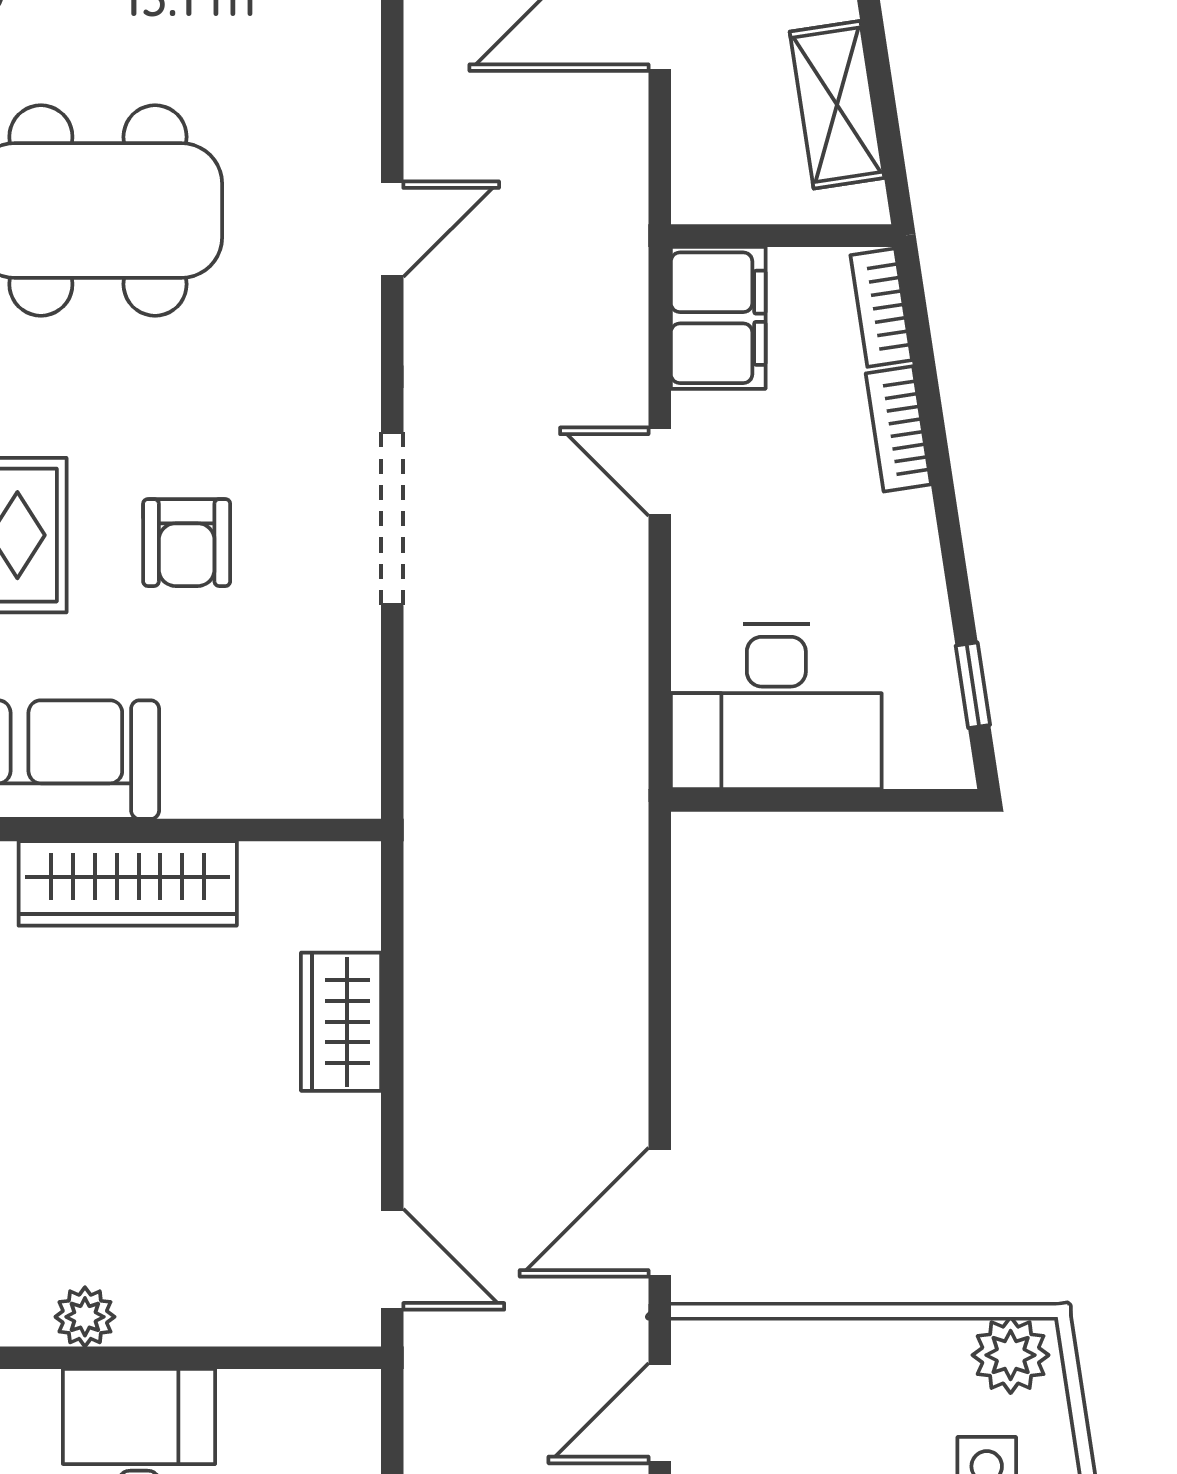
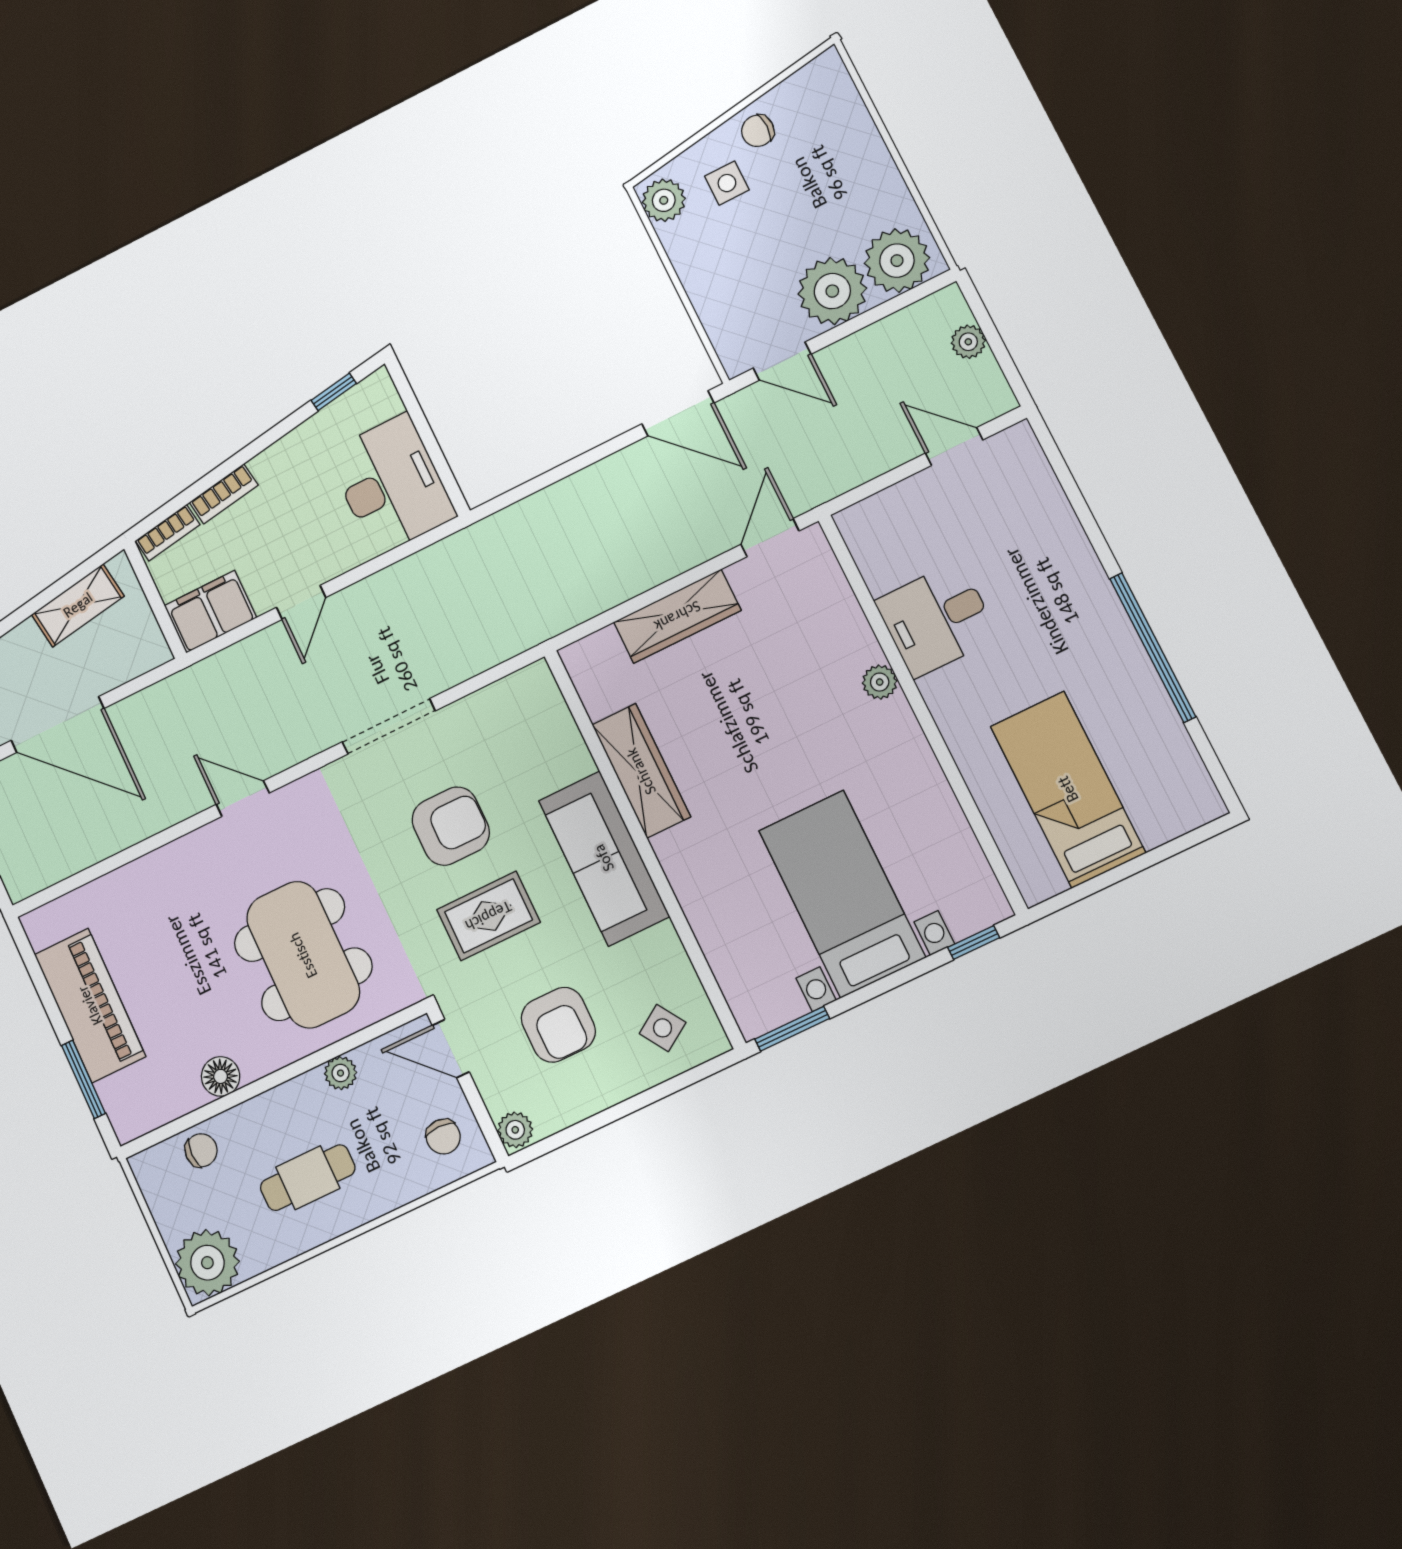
armchair: (187, 543) -> (451, 826), width x1.38, depth x1.38
wardrobe: (341, 1022) -> (677, 616), width x1.50

